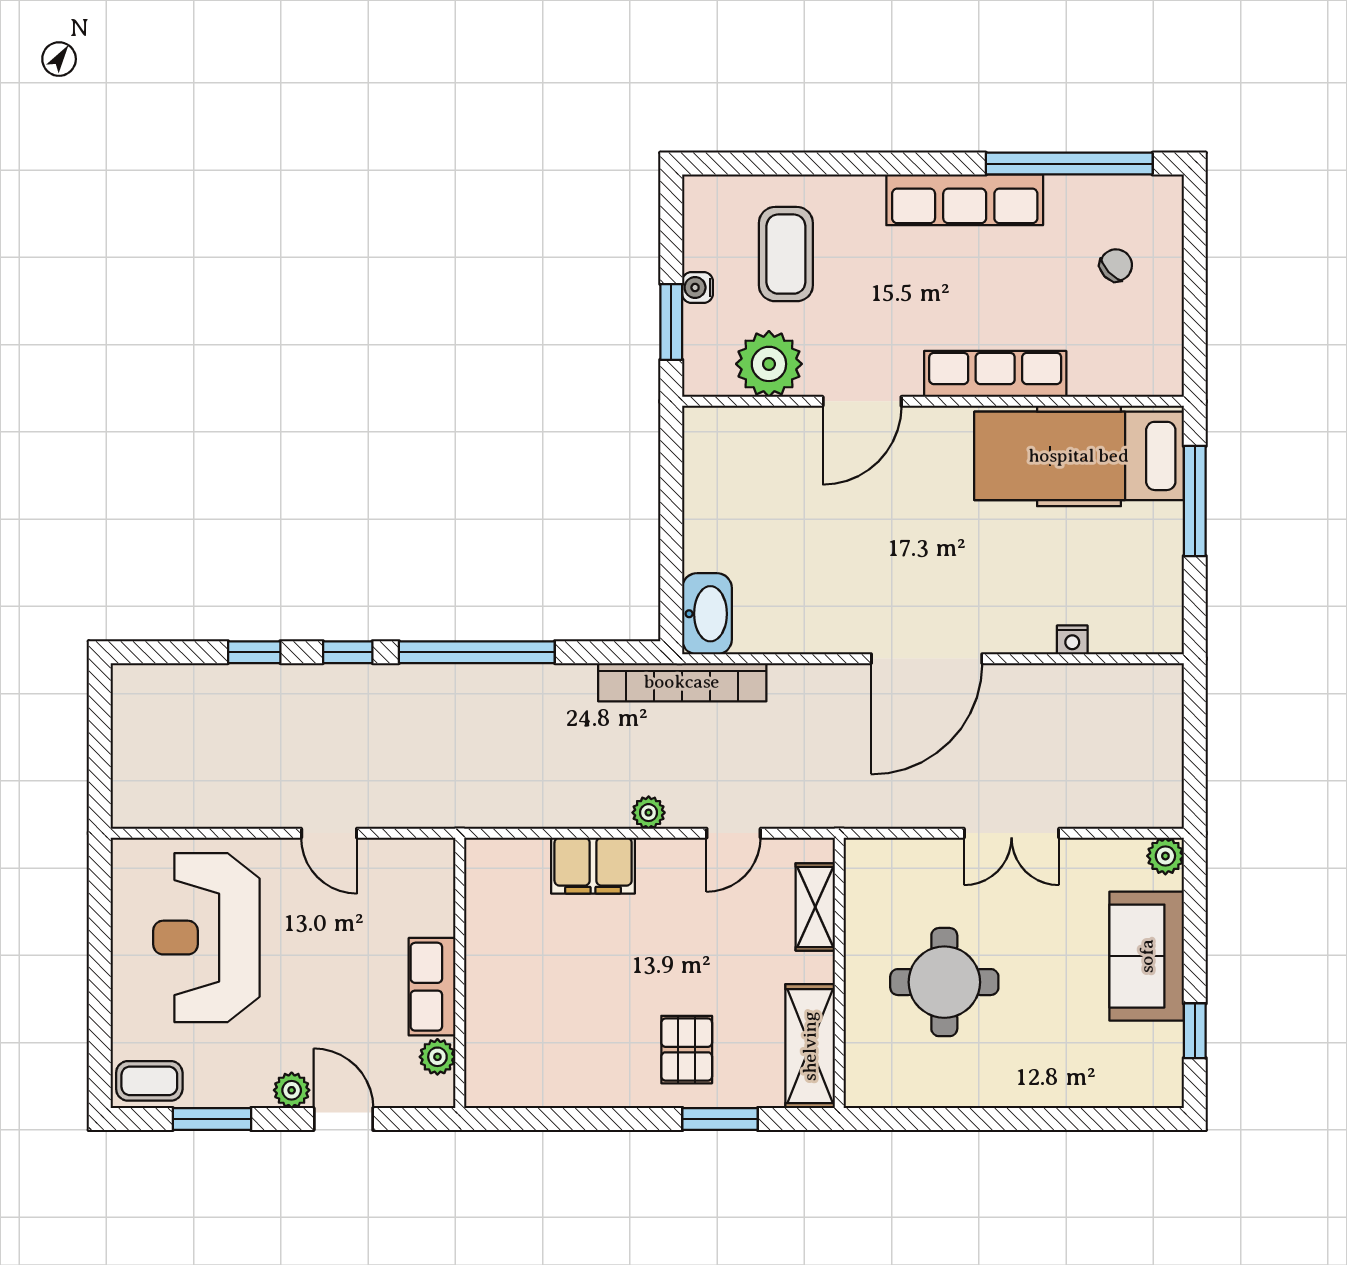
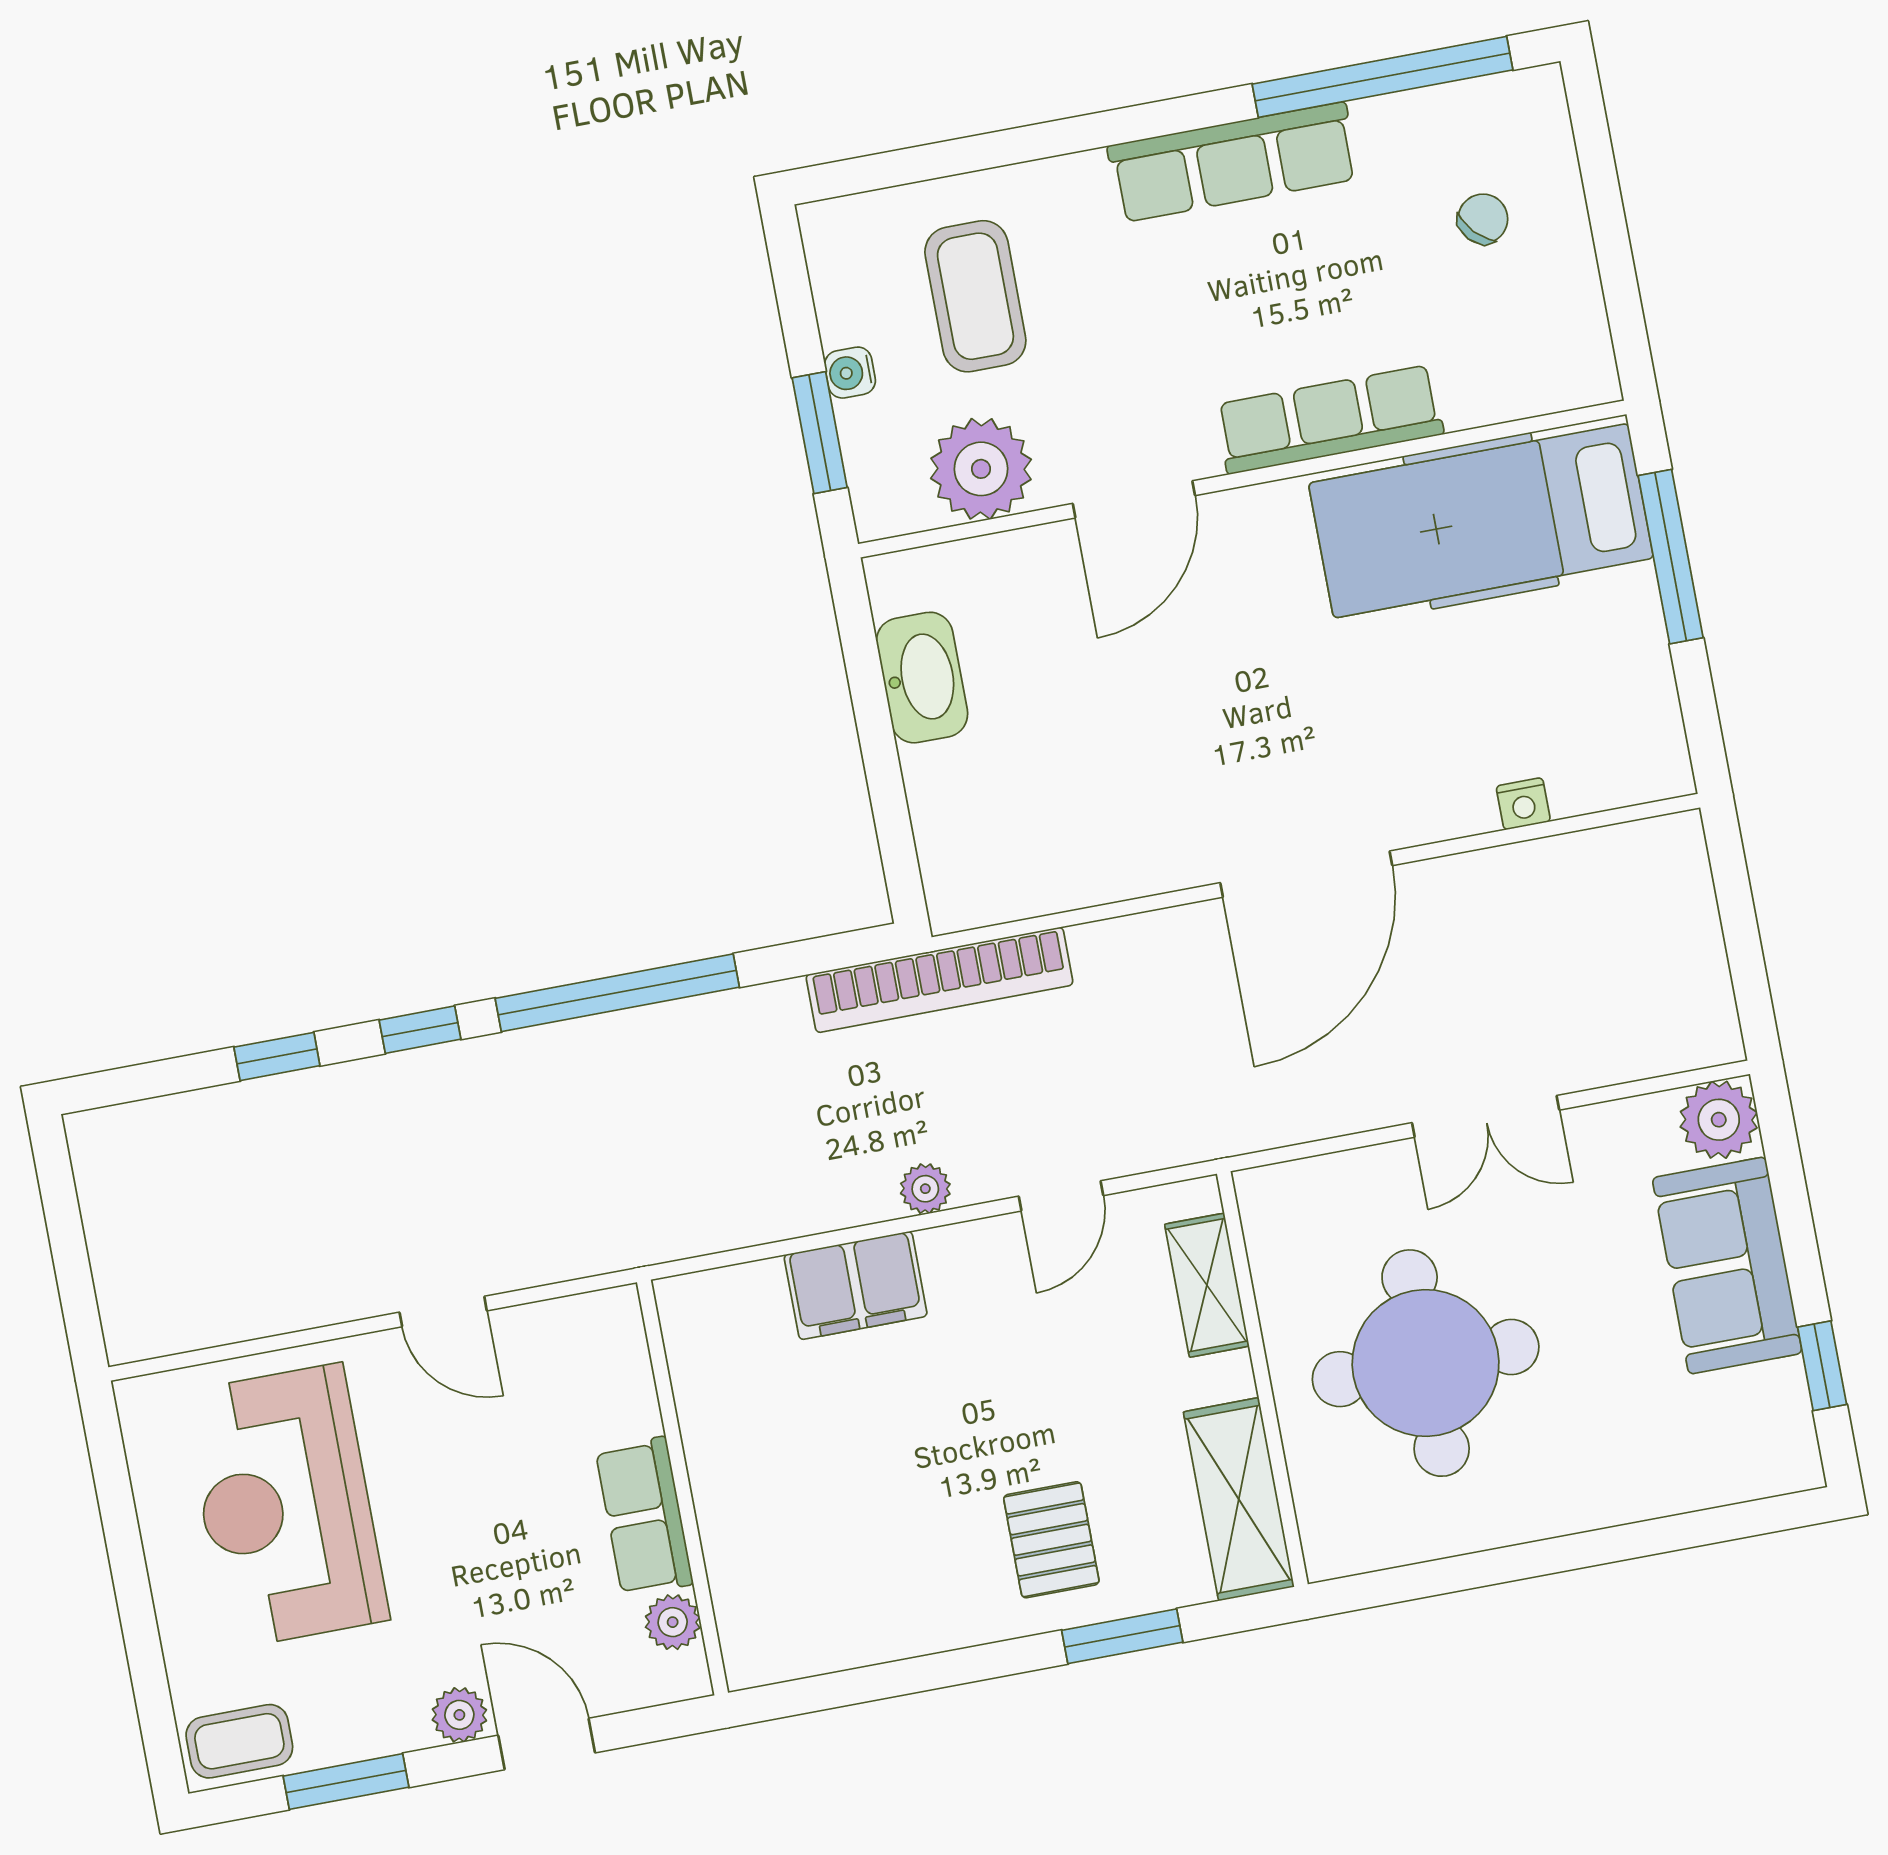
washbasin: (707, 614) -> (922, 678), moved
plant: (1165, 856) -> (1719, 1120), width x1.38, depth x1.38
round table: (944, 982) -> (1426, 1363), width x1.36, depth x1.36

